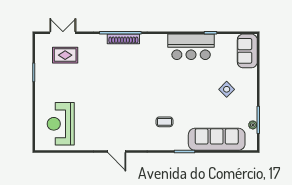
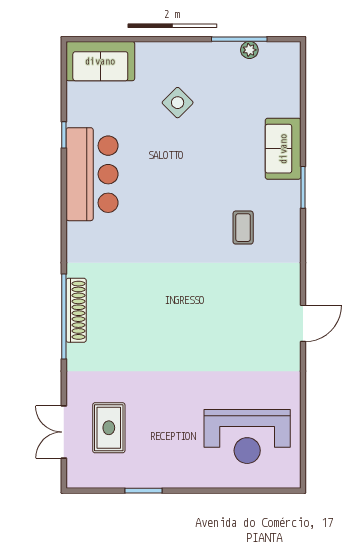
sofa: (217, 139) -> (283, 149), width x0.54, depth x0.79

